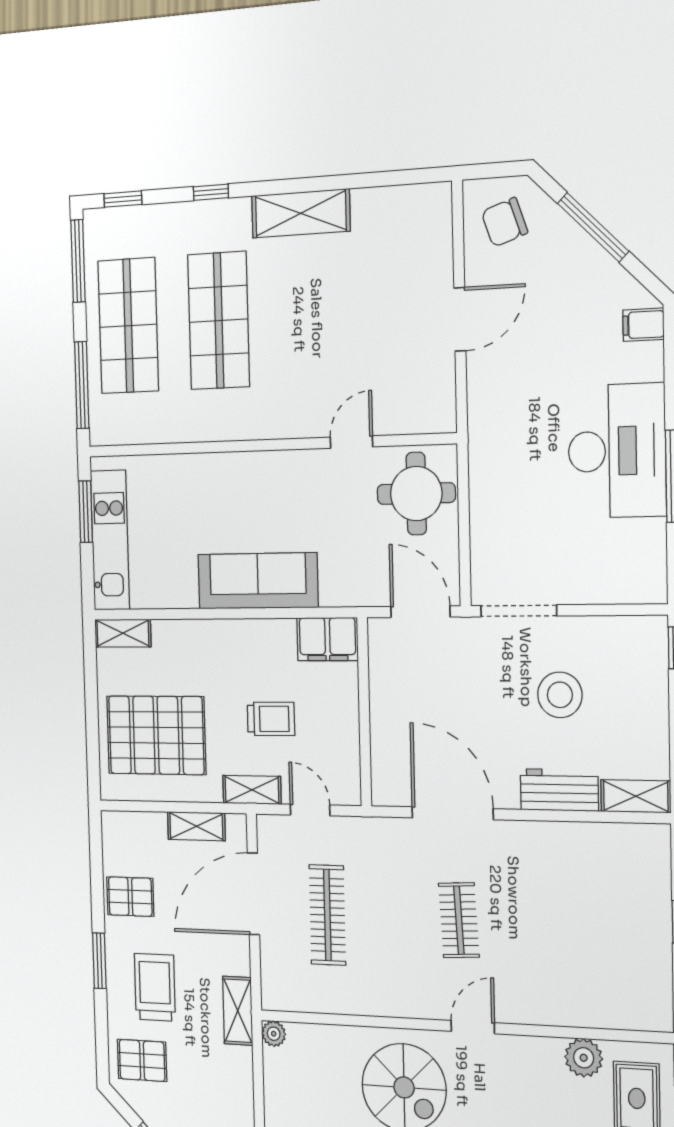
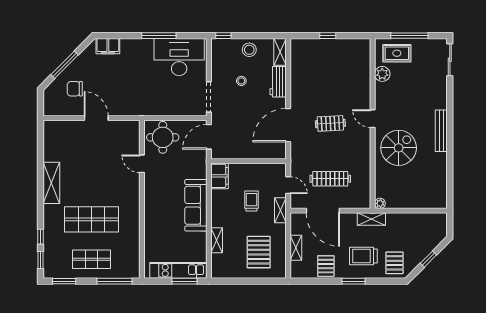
window: (211, 192) -> (40, 237), moved
chair: (504, 222) -> (75, 89), moved, turned 109
window: (78, 261) -> (64, 281), width x0.69
filing cabinet: (643, 325) -> (108, 46), width x2.00
shop shelf: (128, 326) -> (91, 259), width x0.70, depth x0.74
desk: (617, 451) -> (179, 57), moved
window: (86, 512) -> (185, 281), moved
shelving: (123, 633) -> (217, 240), moved
stool: (560, 695) -> (241, 81), width x0.53, depth x0.53
stool: (640, 716) -> (249, 50), added
pallet: (156, 735) -> (259, 252), width x0.73, depth x0.71
door: (310, 810) -> (288, 185), swing flipped
shelving: (196, 826) -> (296, 248), moved

